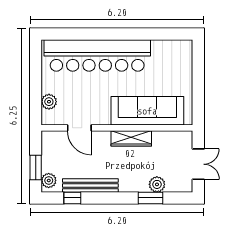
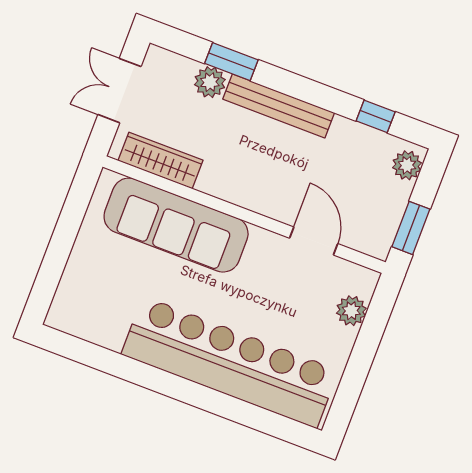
wardrobe: (131, 138) -> (161, 160), moved
window: (36, 168) -> (411, 228), moved
bench: (90, 185) -> (279, 106), moved

